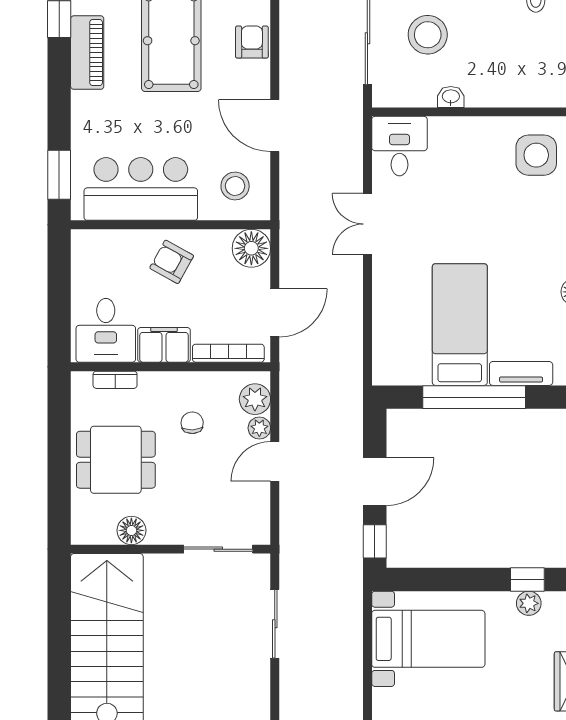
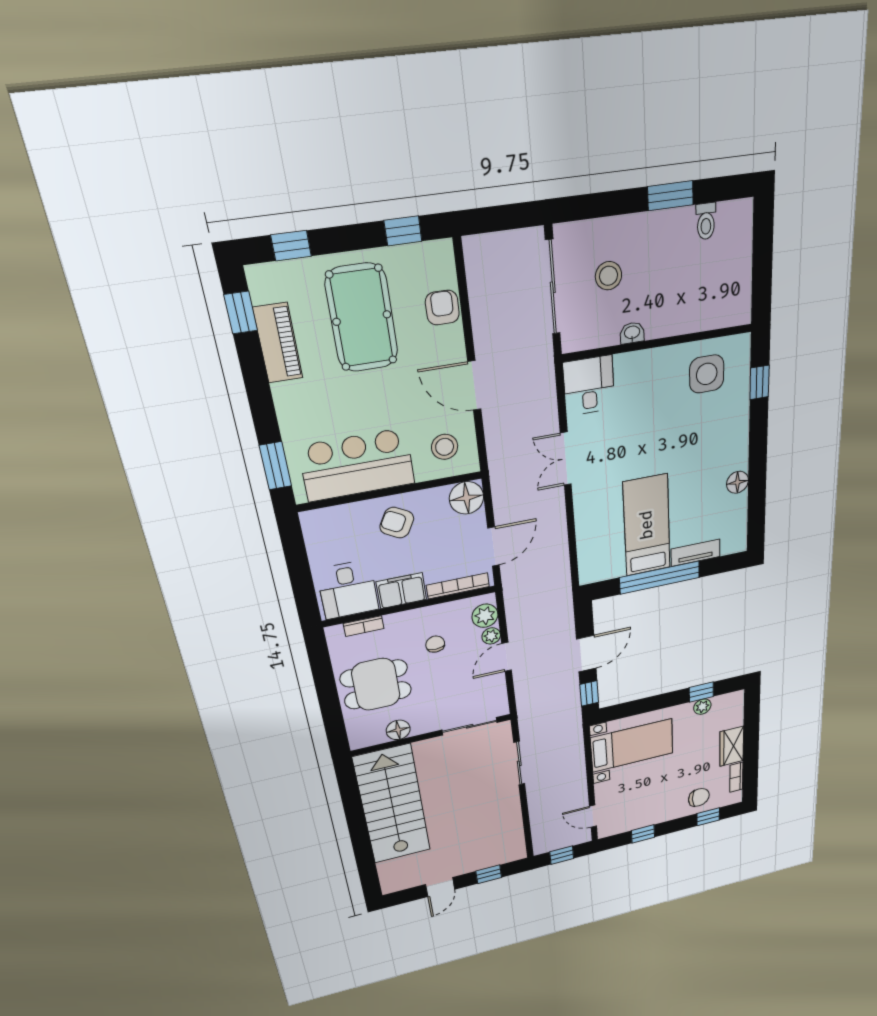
stool: (428, 35) -> (609, 276), width x0.73, depth x0.73

